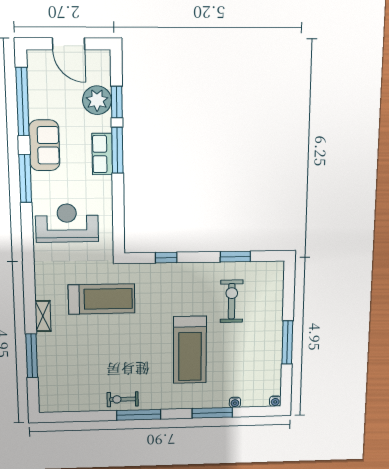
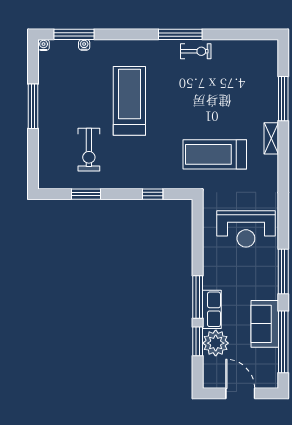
sofa: (44, 145) -> (265, 324), moved
row of seats: (102, 154) -> (212, 309), moved
window: (212, 413) -> (74, 34), moved

